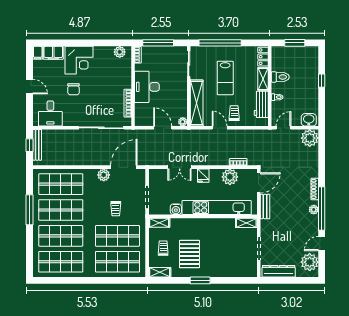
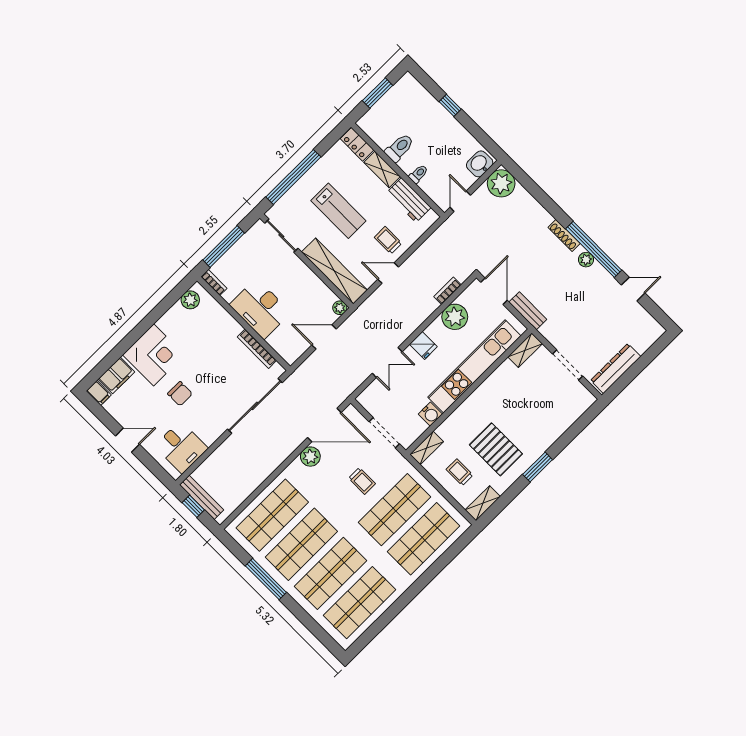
door: (124, 167) -> (324, 425), swing flipped
door: (322, 244) -> (633, 289), swing flipped
plant: (310, 262) -> (640, 323), removed

